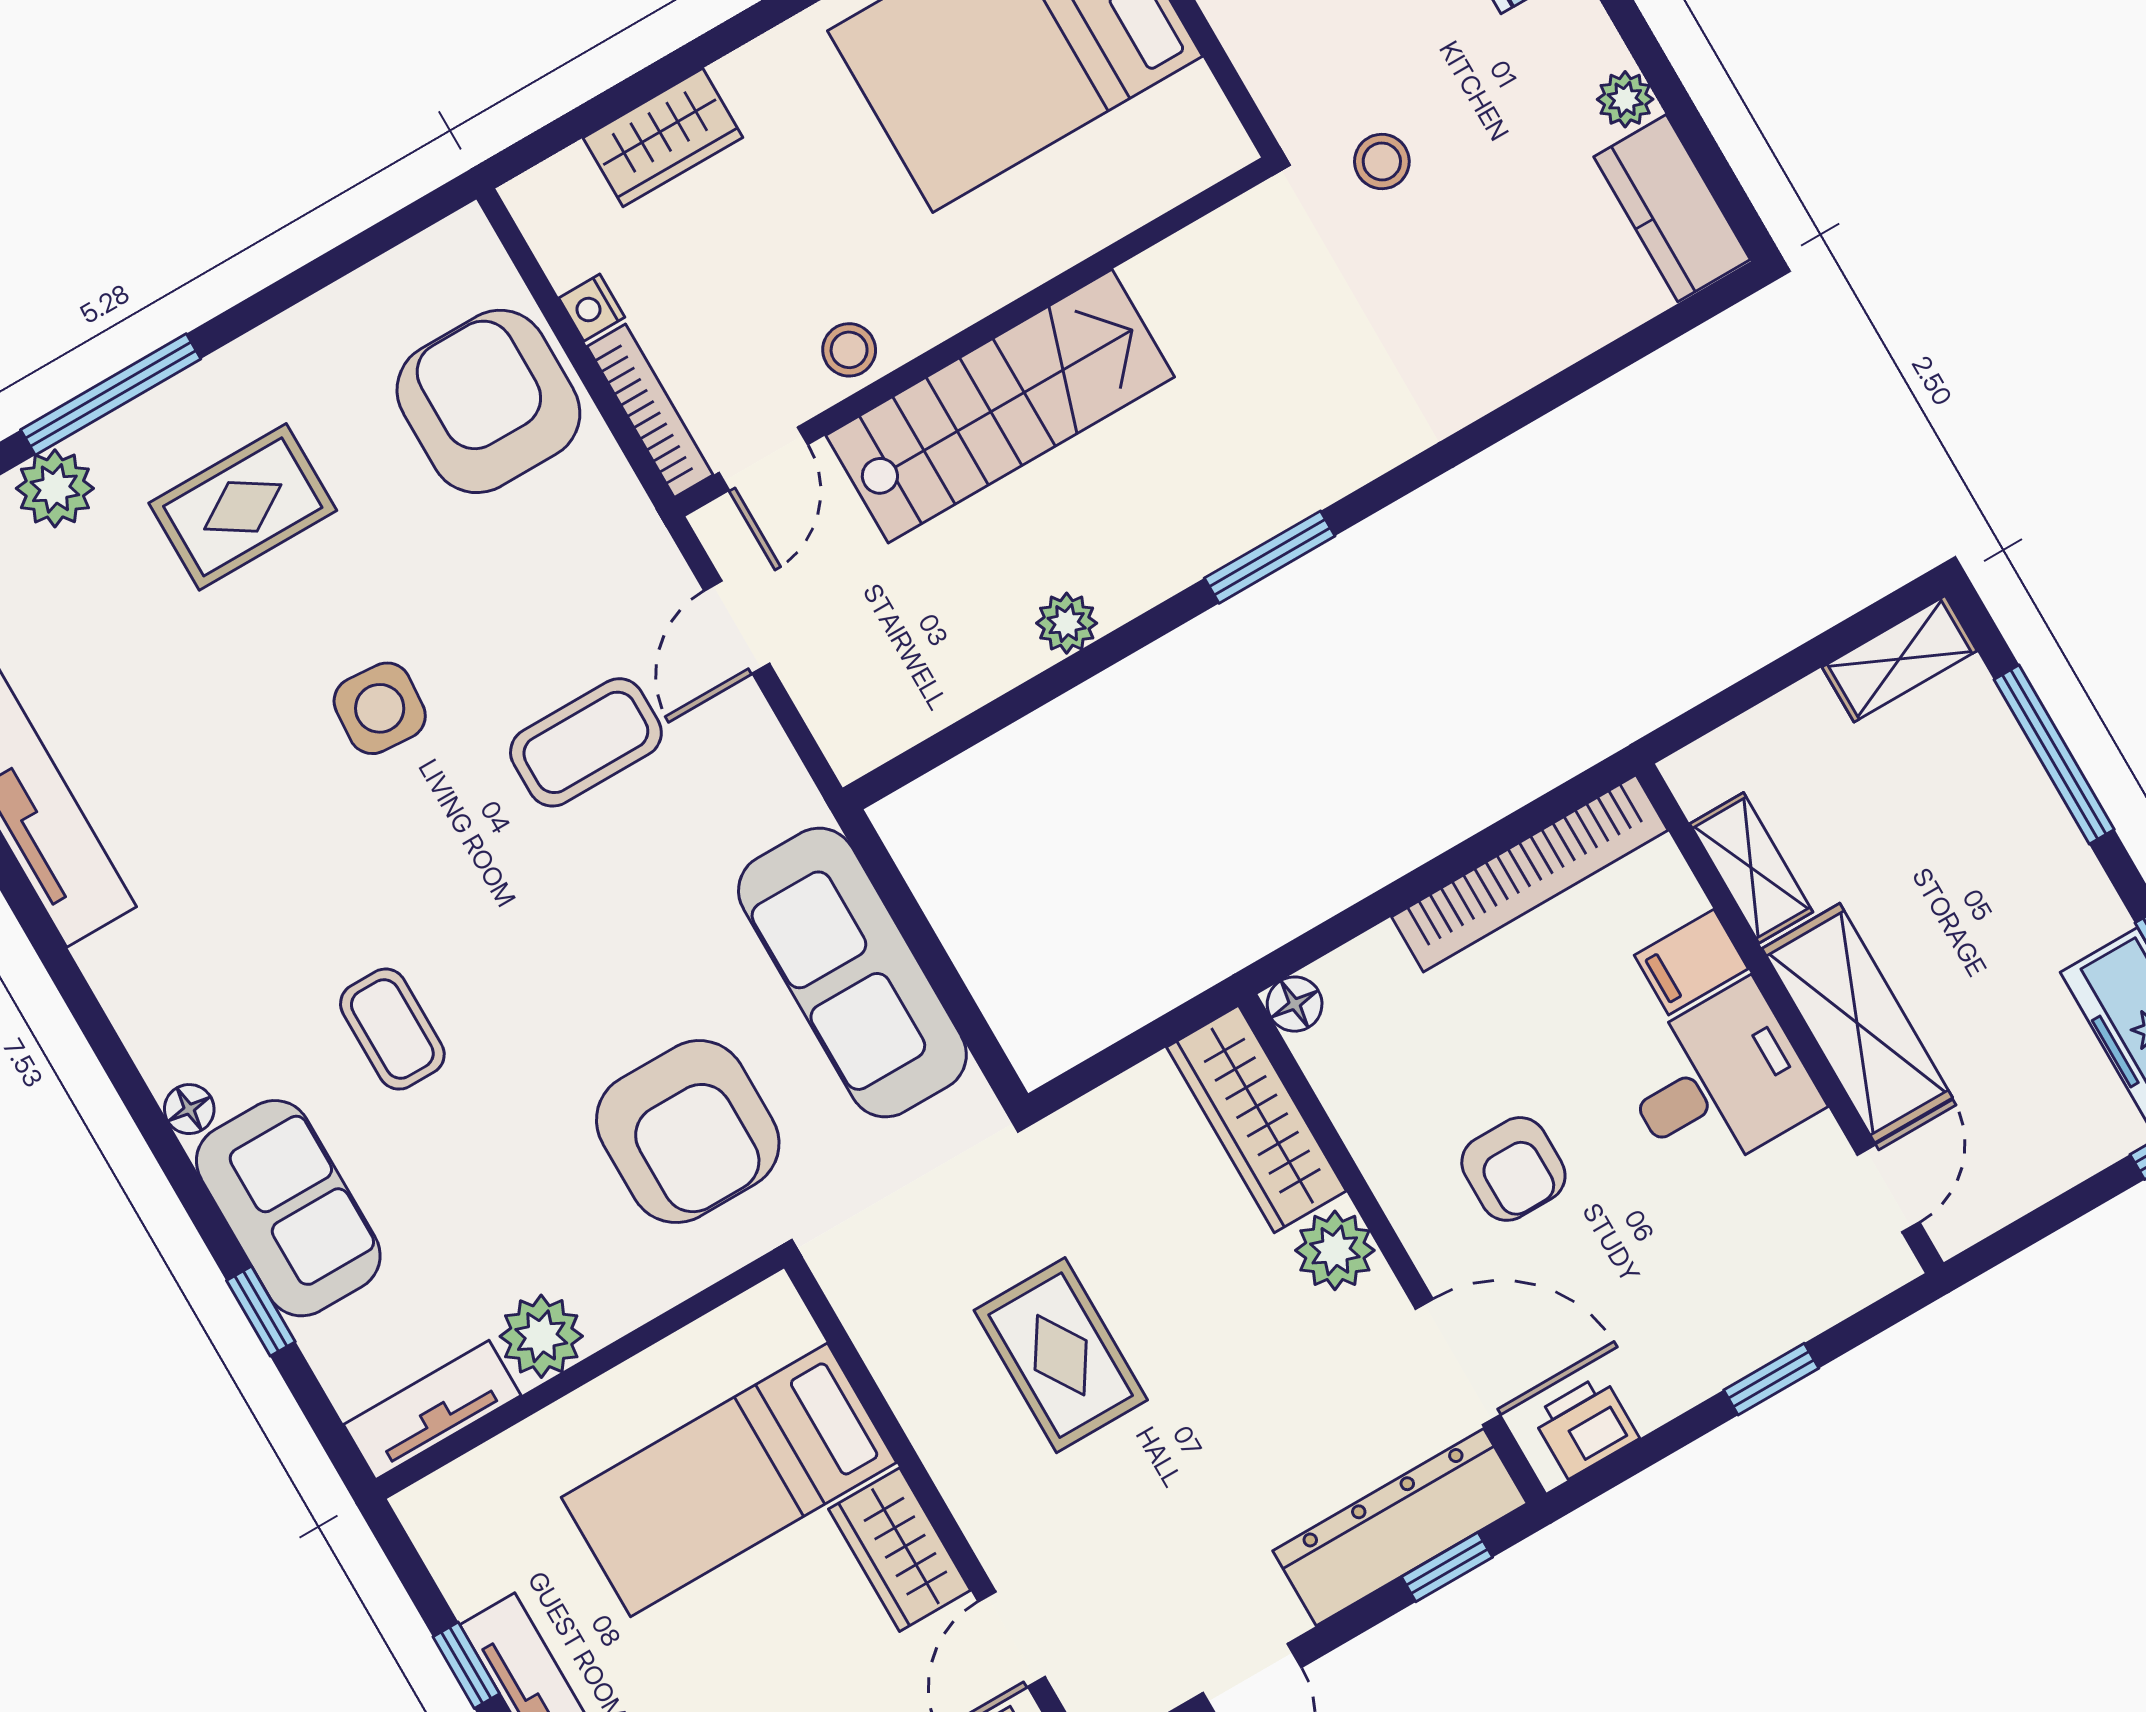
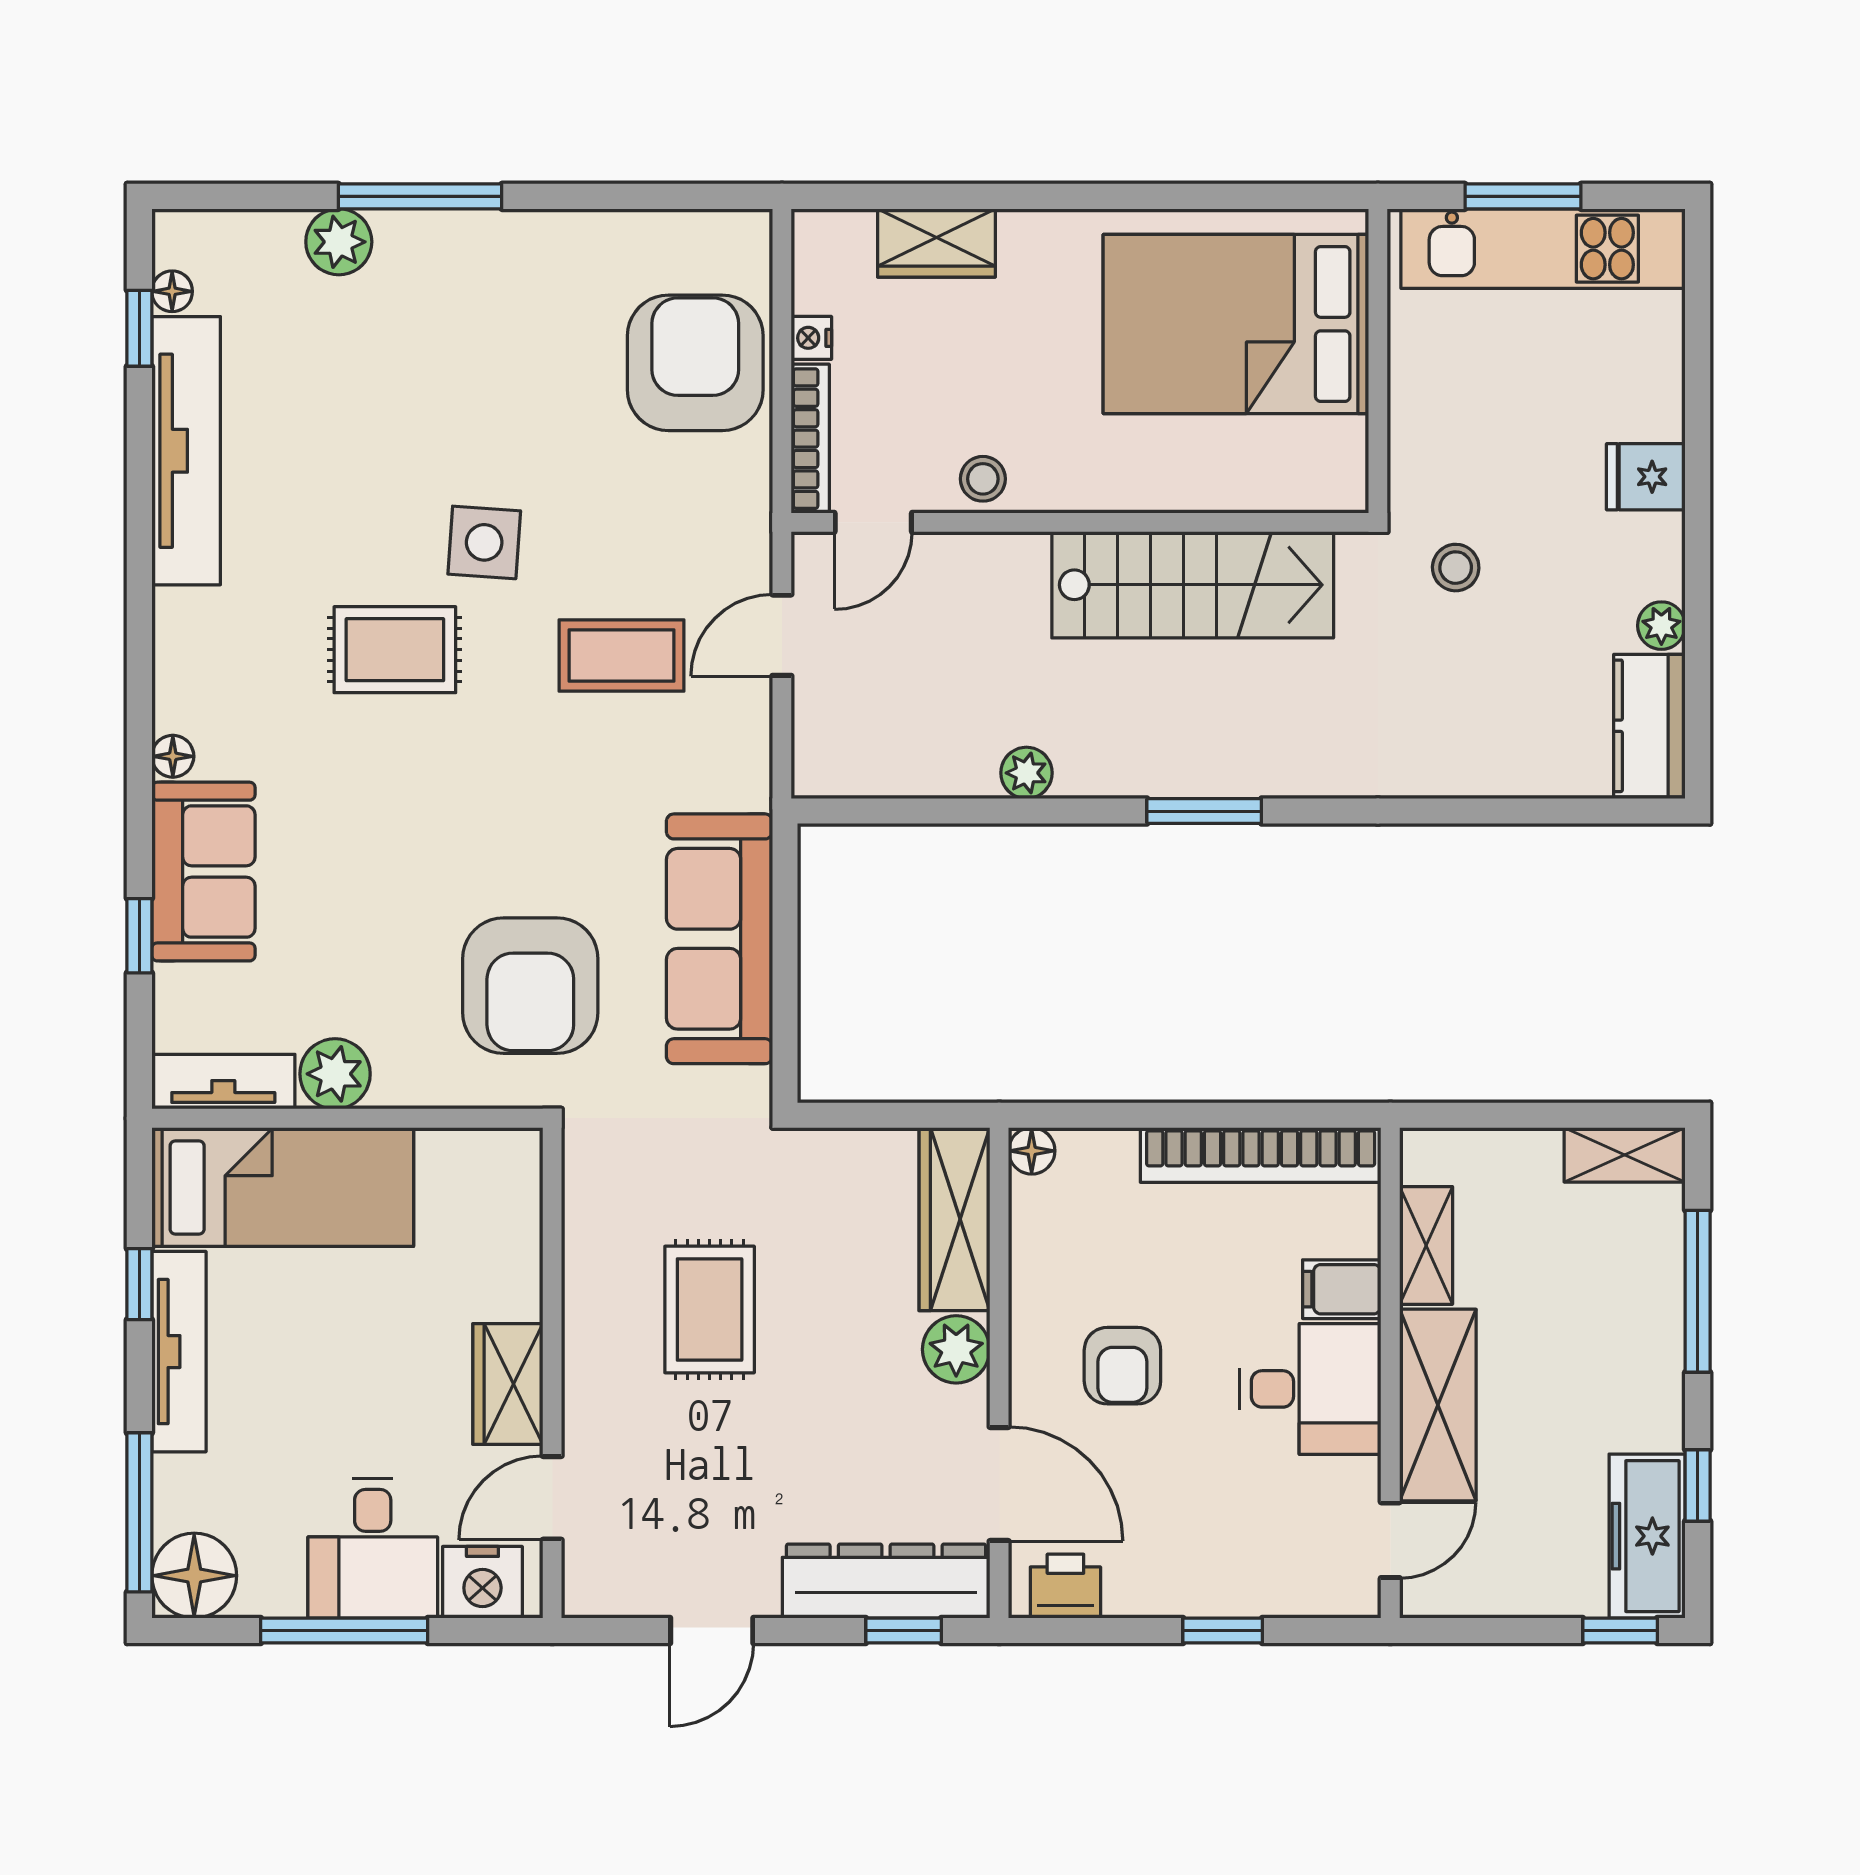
stairs: (1000, 406) -> (1193, 585), moved
rug: (243, 507) -> (395, 650), moved
coffee table: (392, 1029) -> (357, 784), removed
bed: (729, 1480) -> (283, 1188), moved, turned 180

